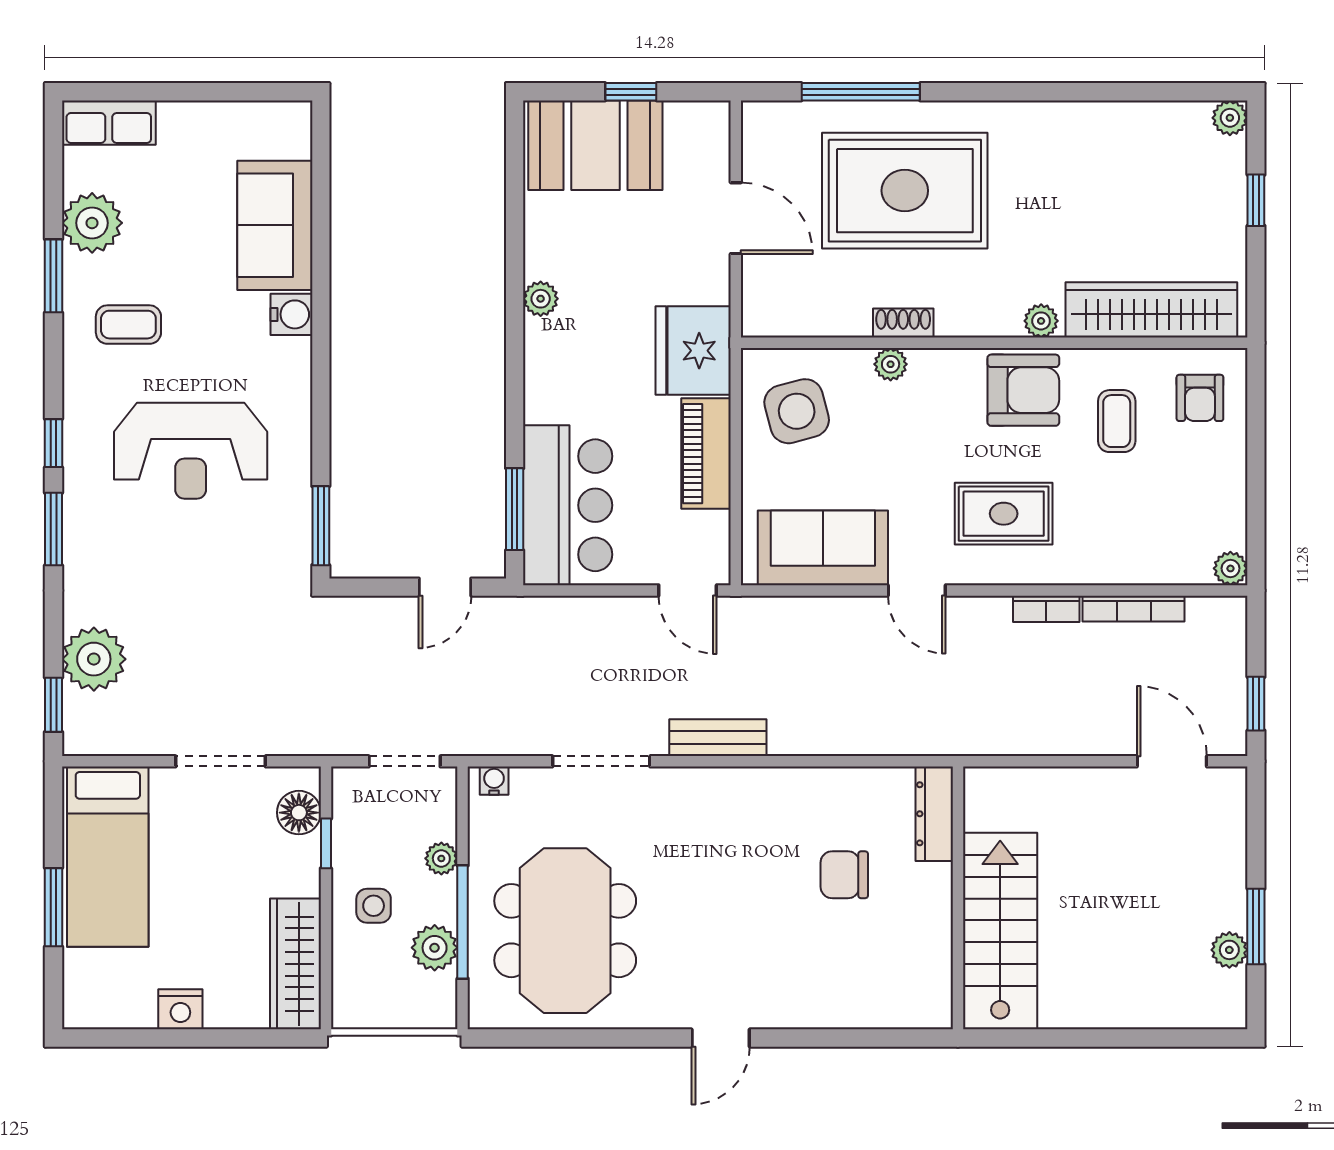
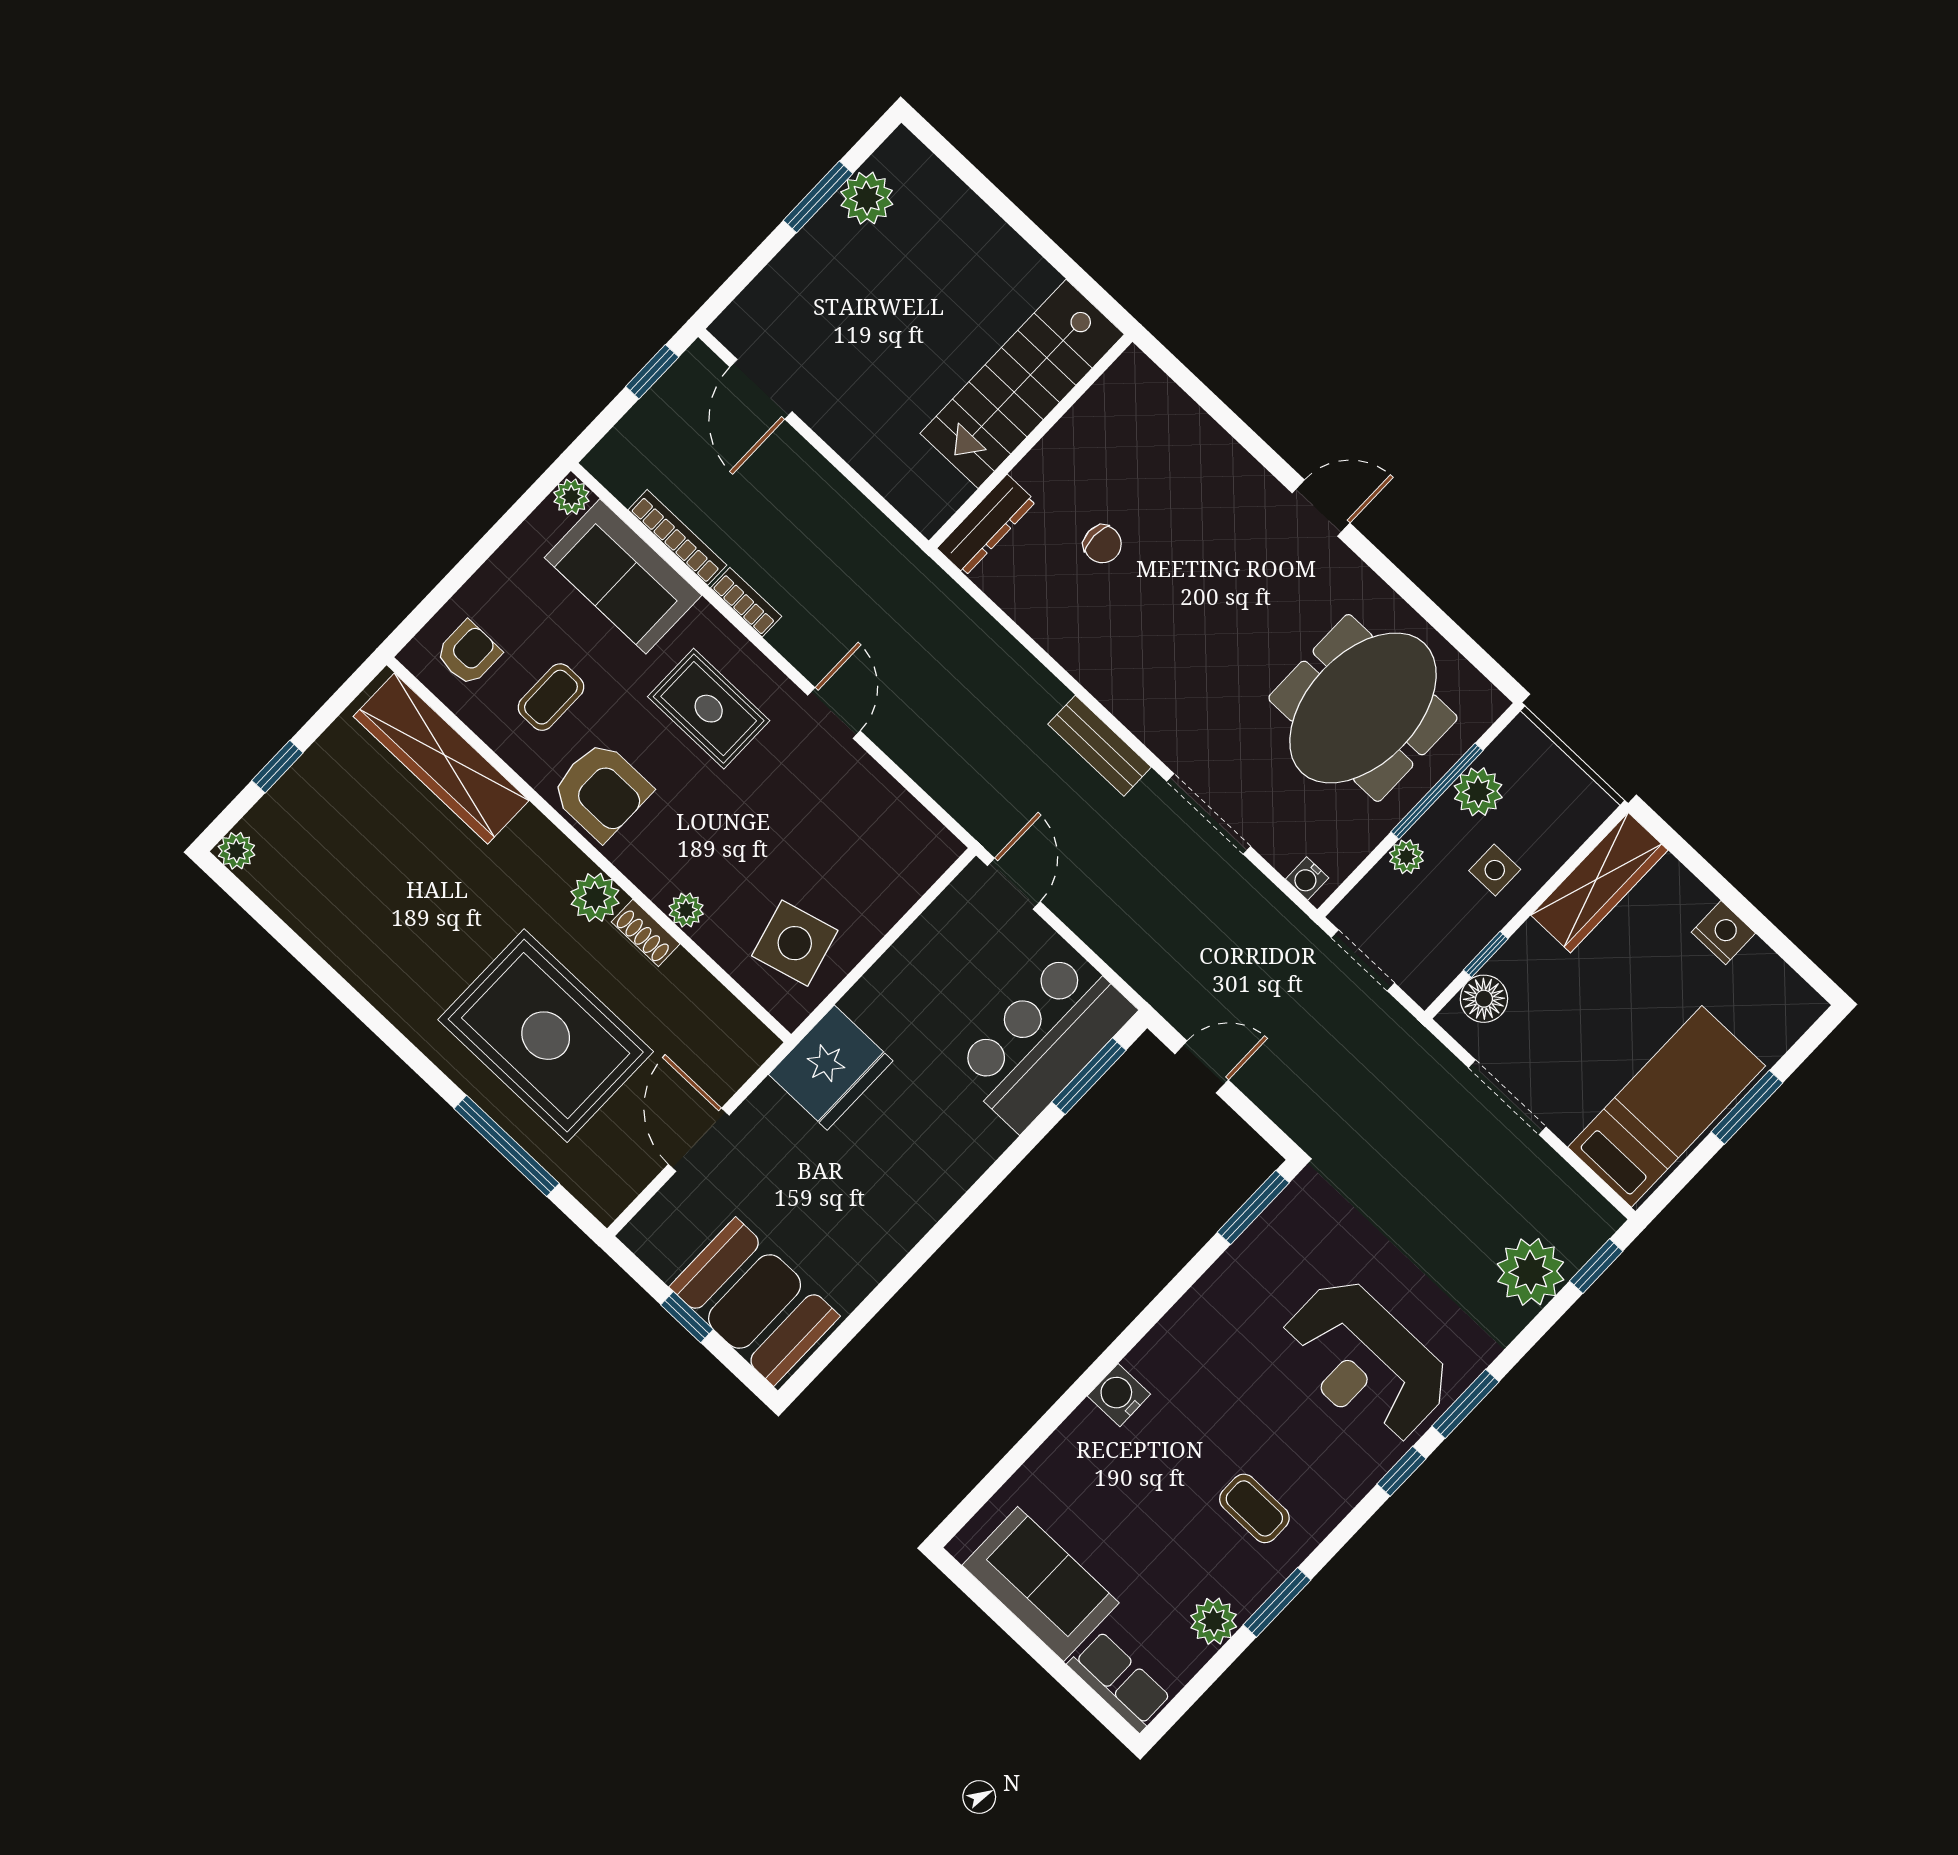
plant: (92, 223) -> (1214, 1621), width x0.73, depth x0.73
sofa: (275, 225) -> (1041, 1584), moved, turned -90
plant: (541, 299) -> (912, 1222), removed
plant: (1041, 321) -> (595, 897), moved, width x1.38, depth x1.38
armchair: (1023, 390) -> (601, 791), turned 180
reception desk: (191, 451) -> (1365, 1362), moved, turned 180
piano: (706, 454) -> (897, 977), removed
sofa: (823, 548) -> (623, 576), moved
chair: (844, 875) -> (1102, 544), width x0.73, depth x0.73
plant: (1229, 950) -> (867, 198), width x1.38, depth x1.38

